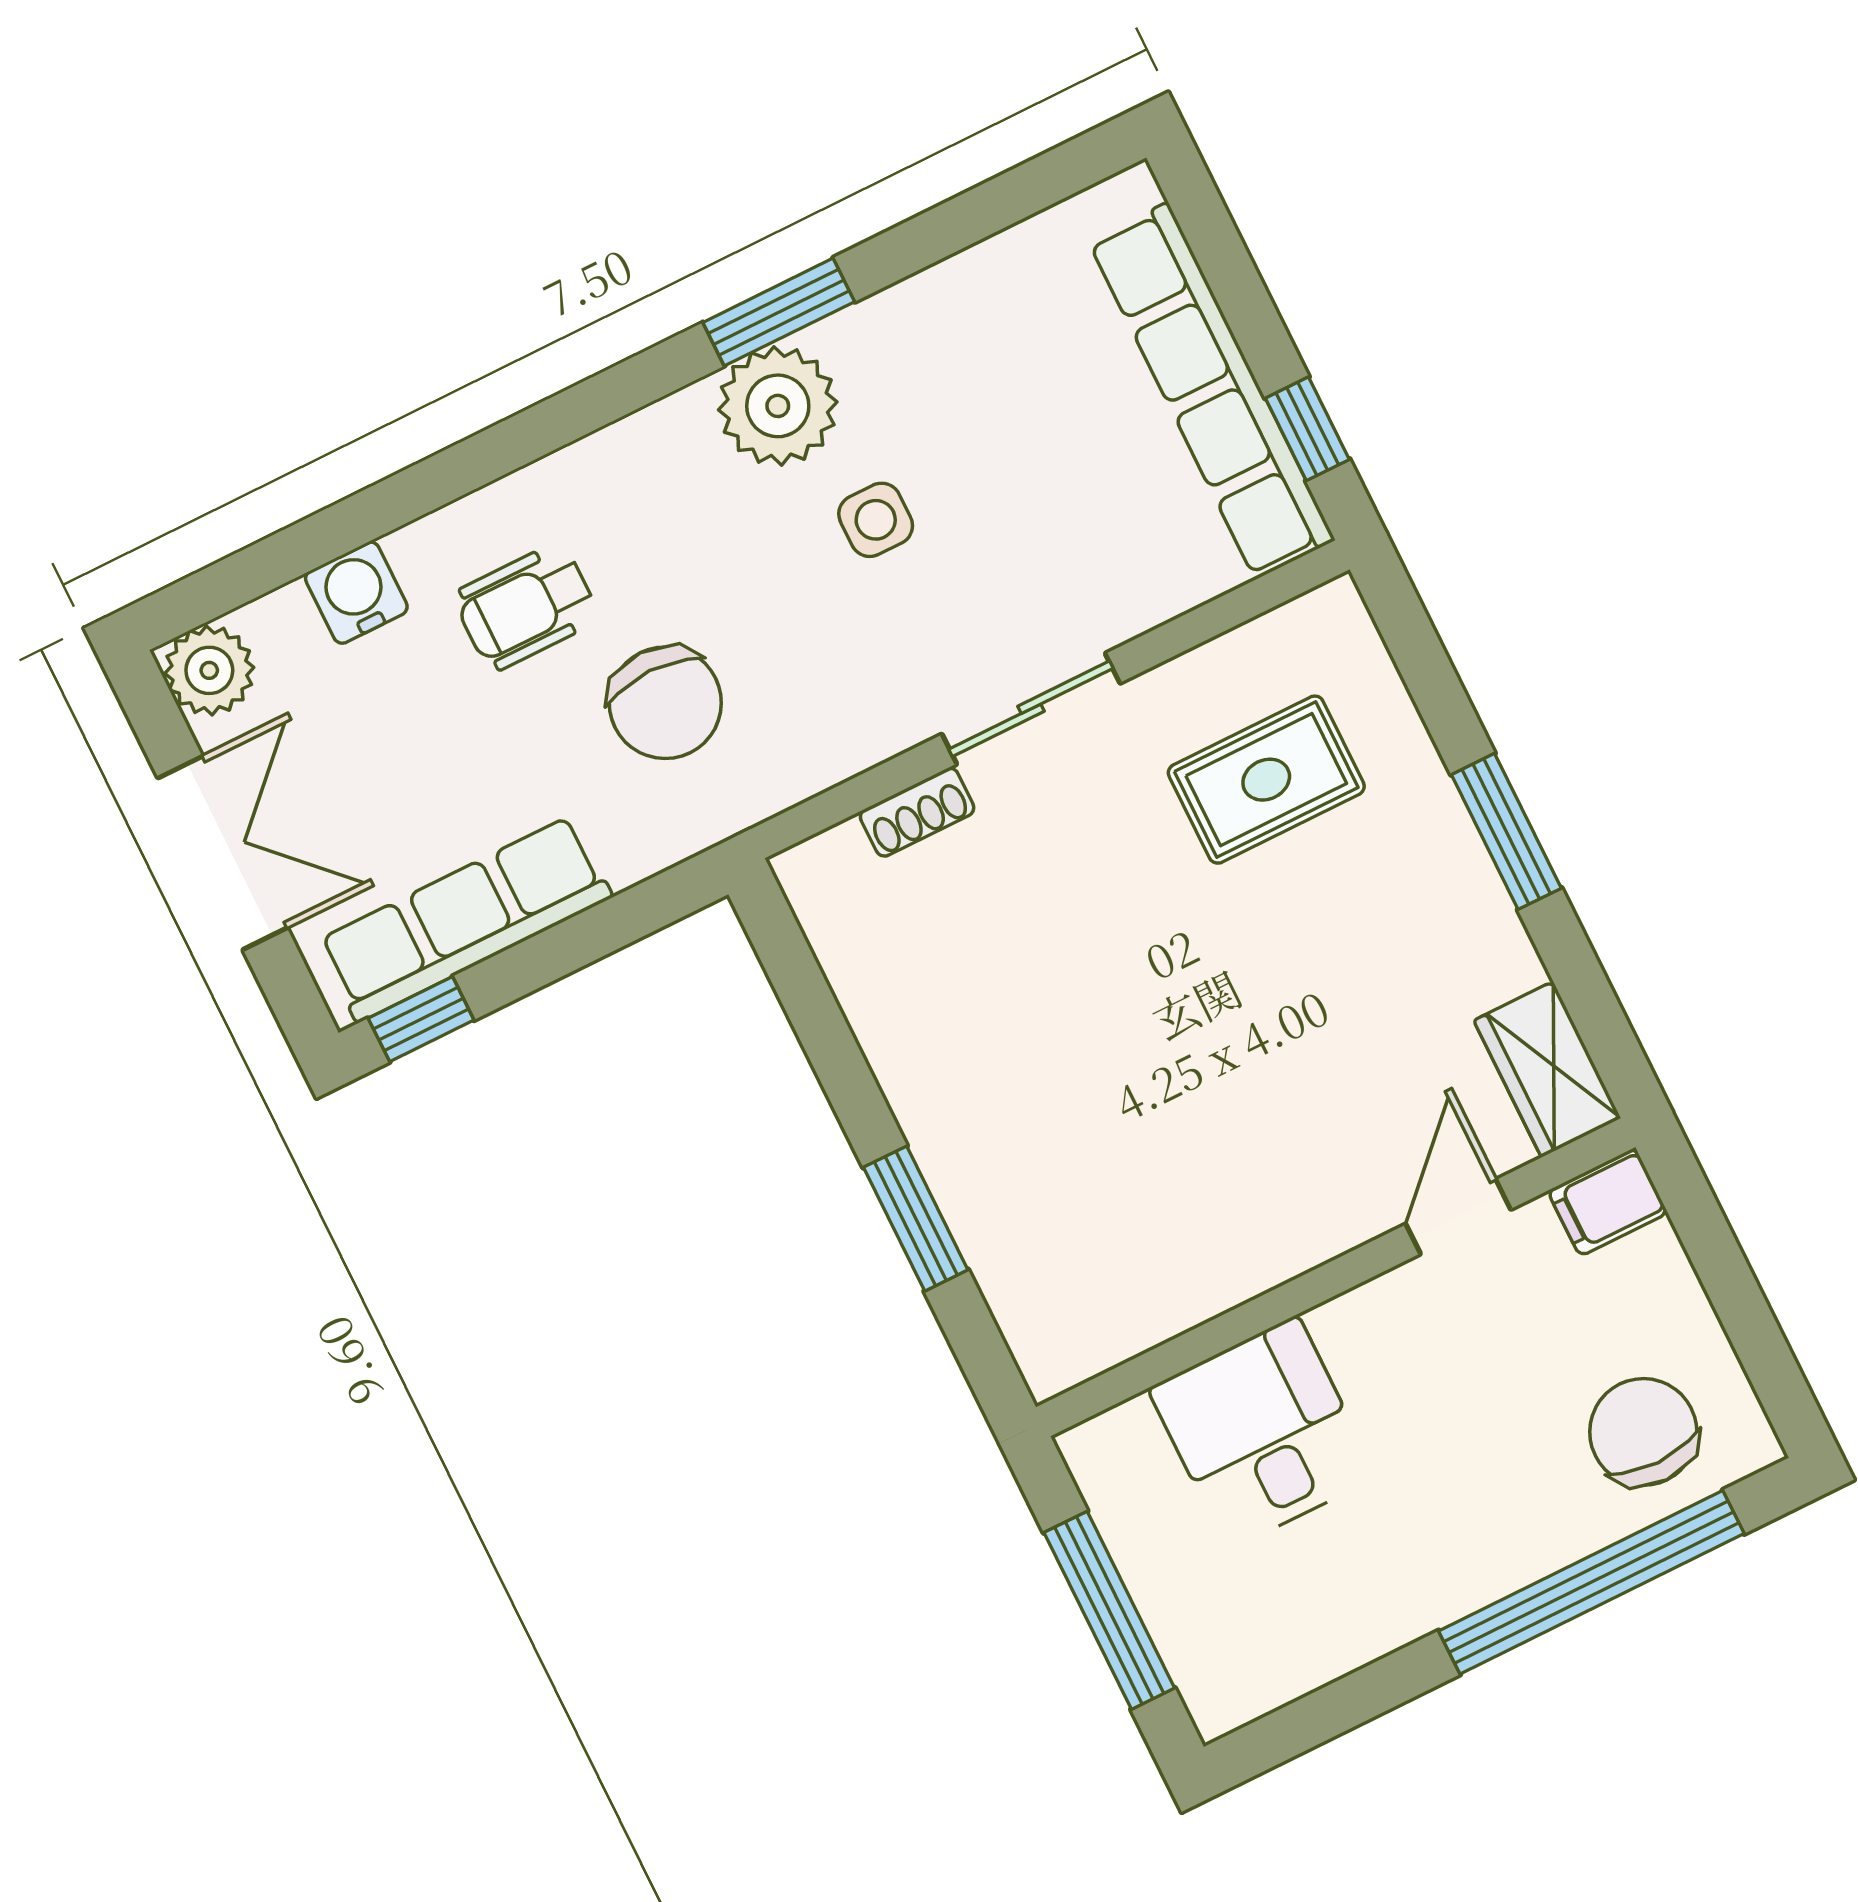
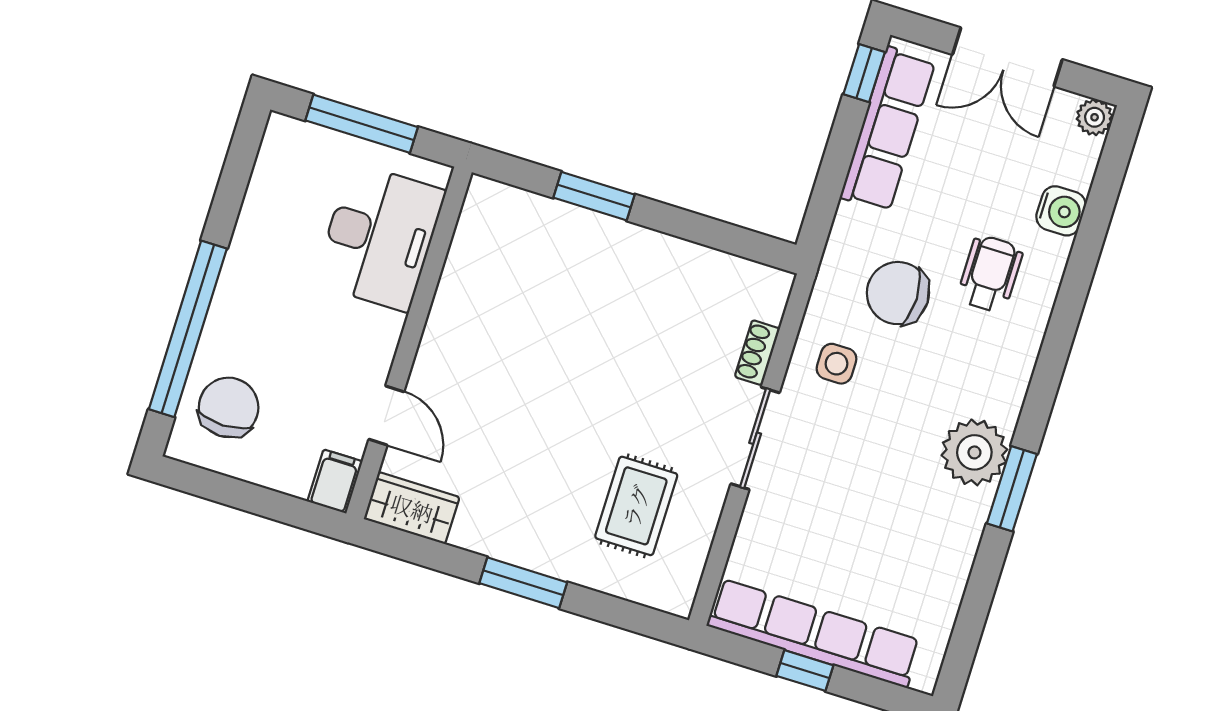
window: (1307, 429) -> (805, 671), moved
side table: (876, 520) -> (836, 364), moved
plant: (209, 670) -> (1095, 117), width x0.73, depth x0.73
chair: (1643, 1432) -> (229, 407), turned -90
desk: (1263, 1433) -> (380, 237), width x1.37

